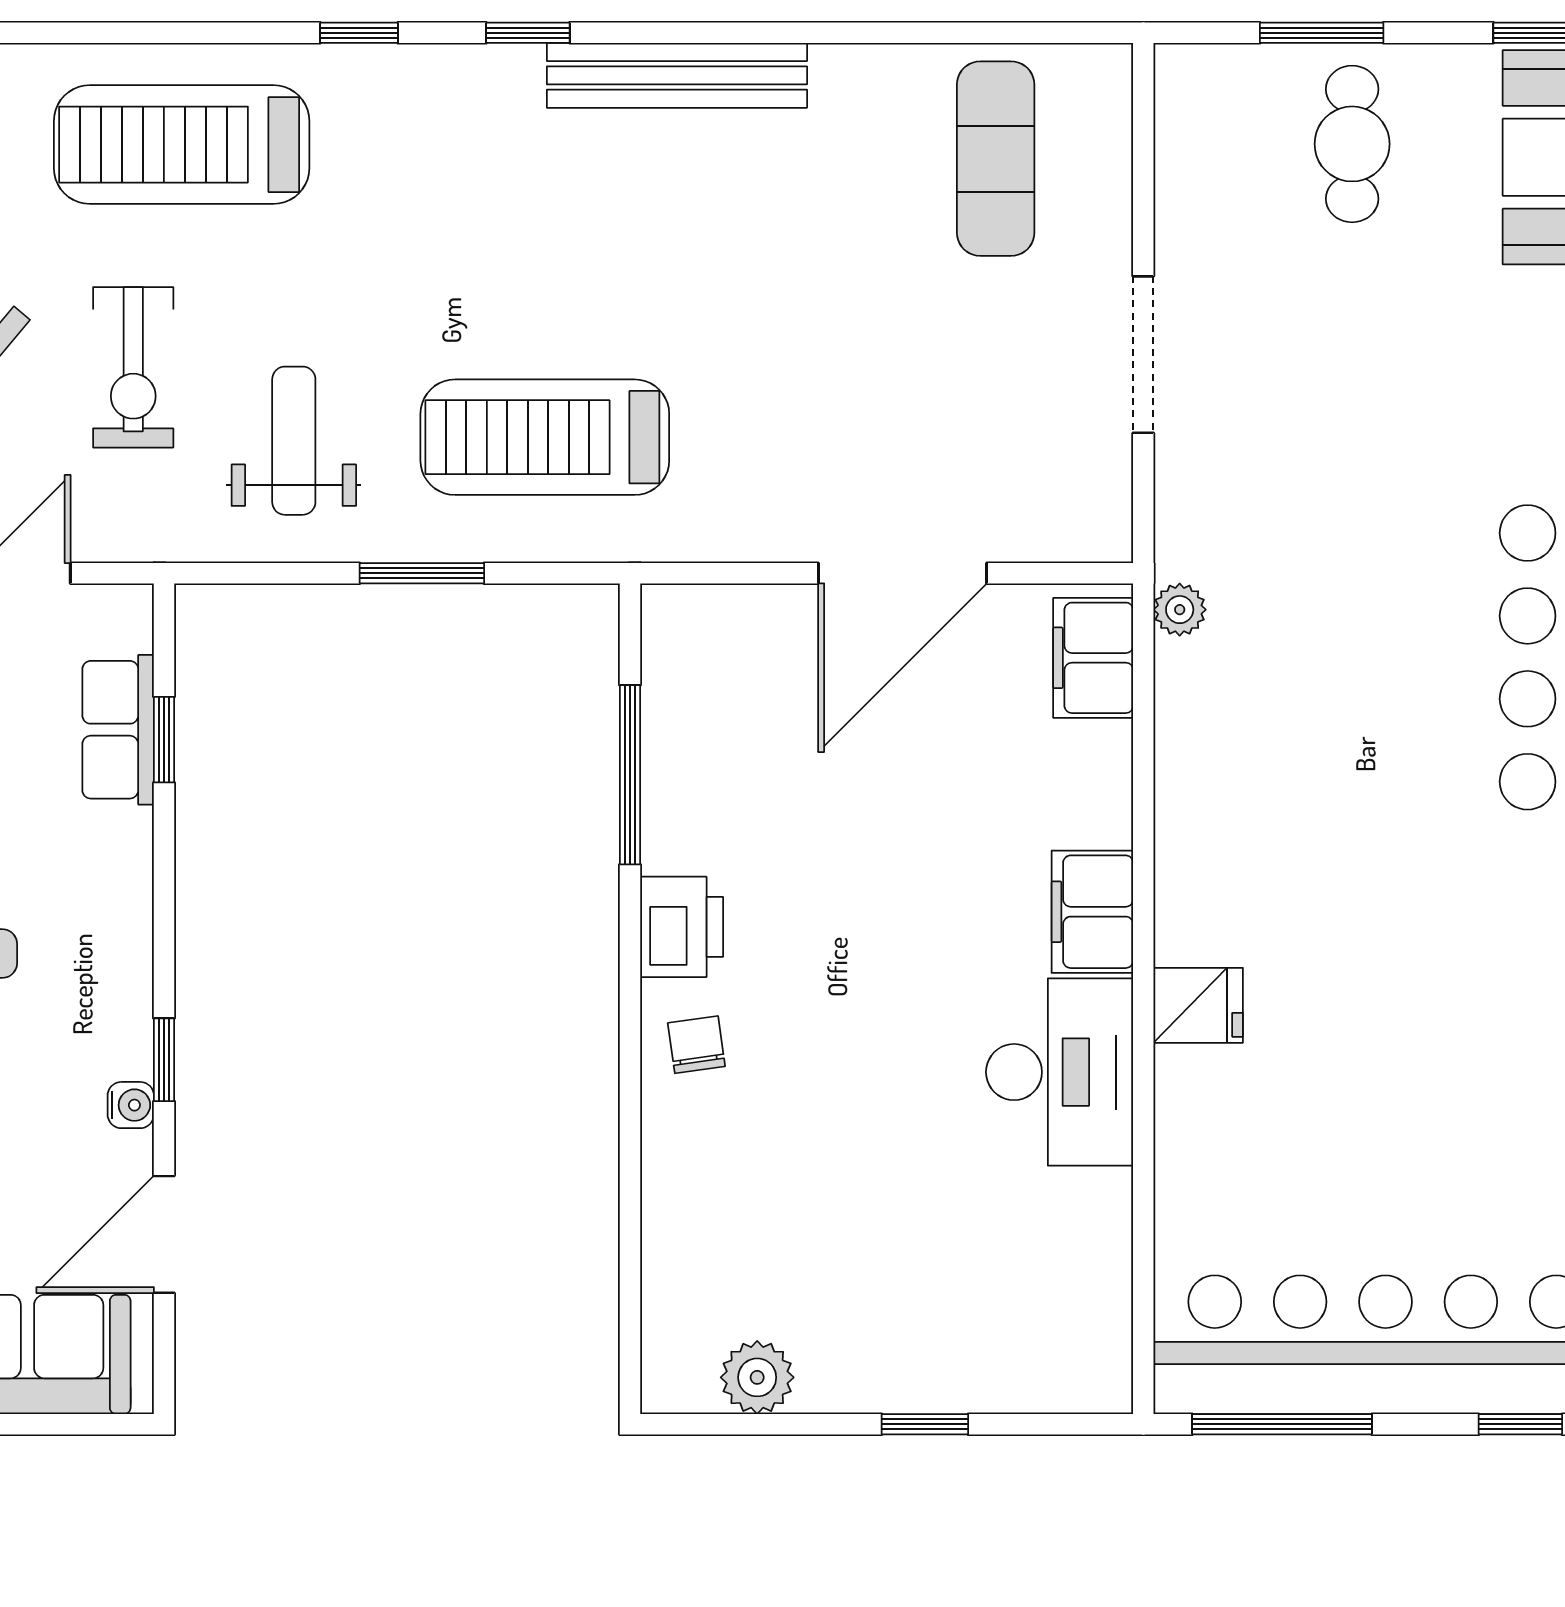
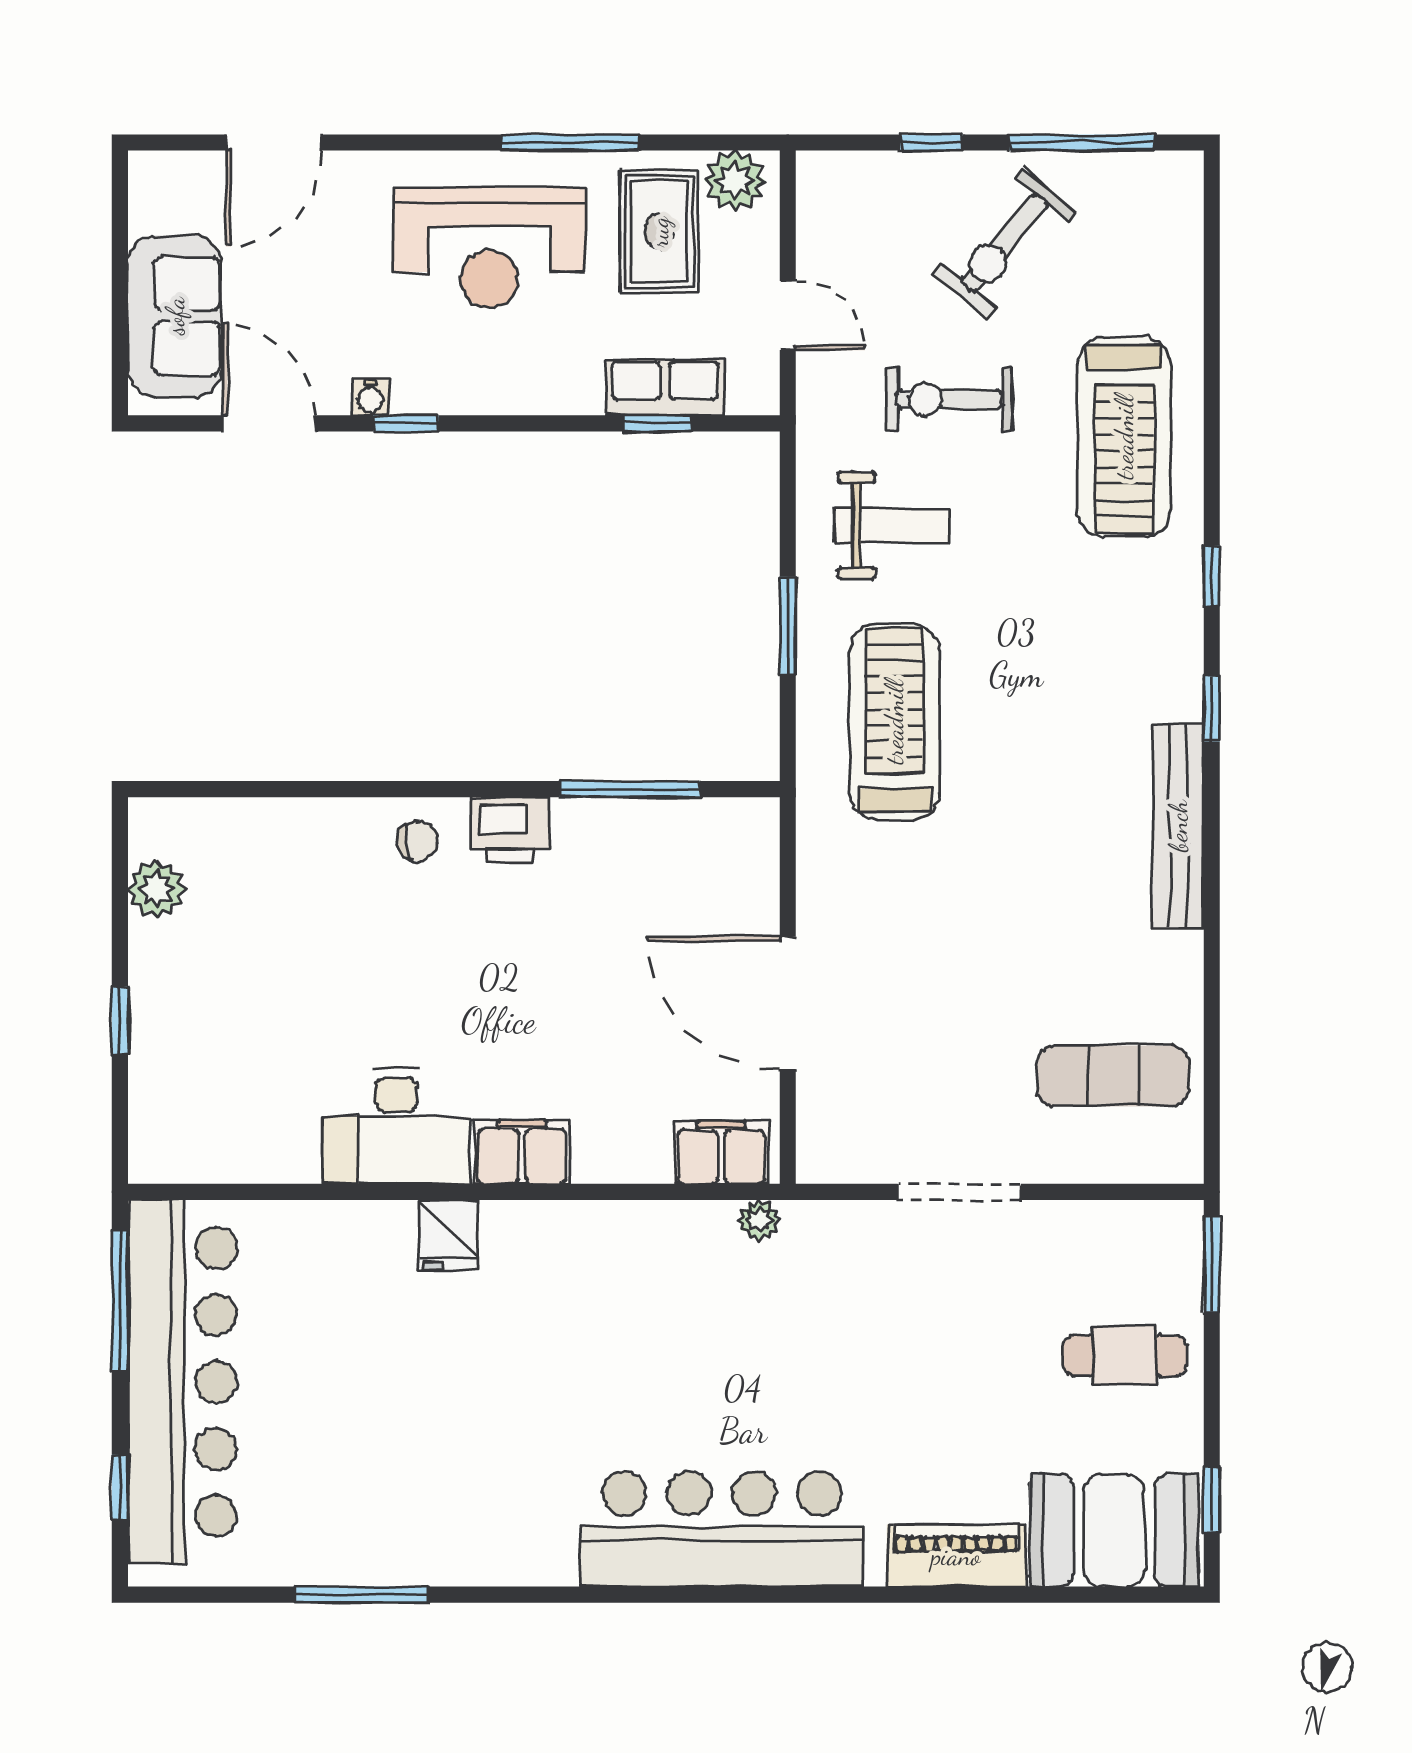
window: (1322, 33) -> (1212, 1264), moved
treadmill: (182, 145) -> (1124, 437), turned 180

